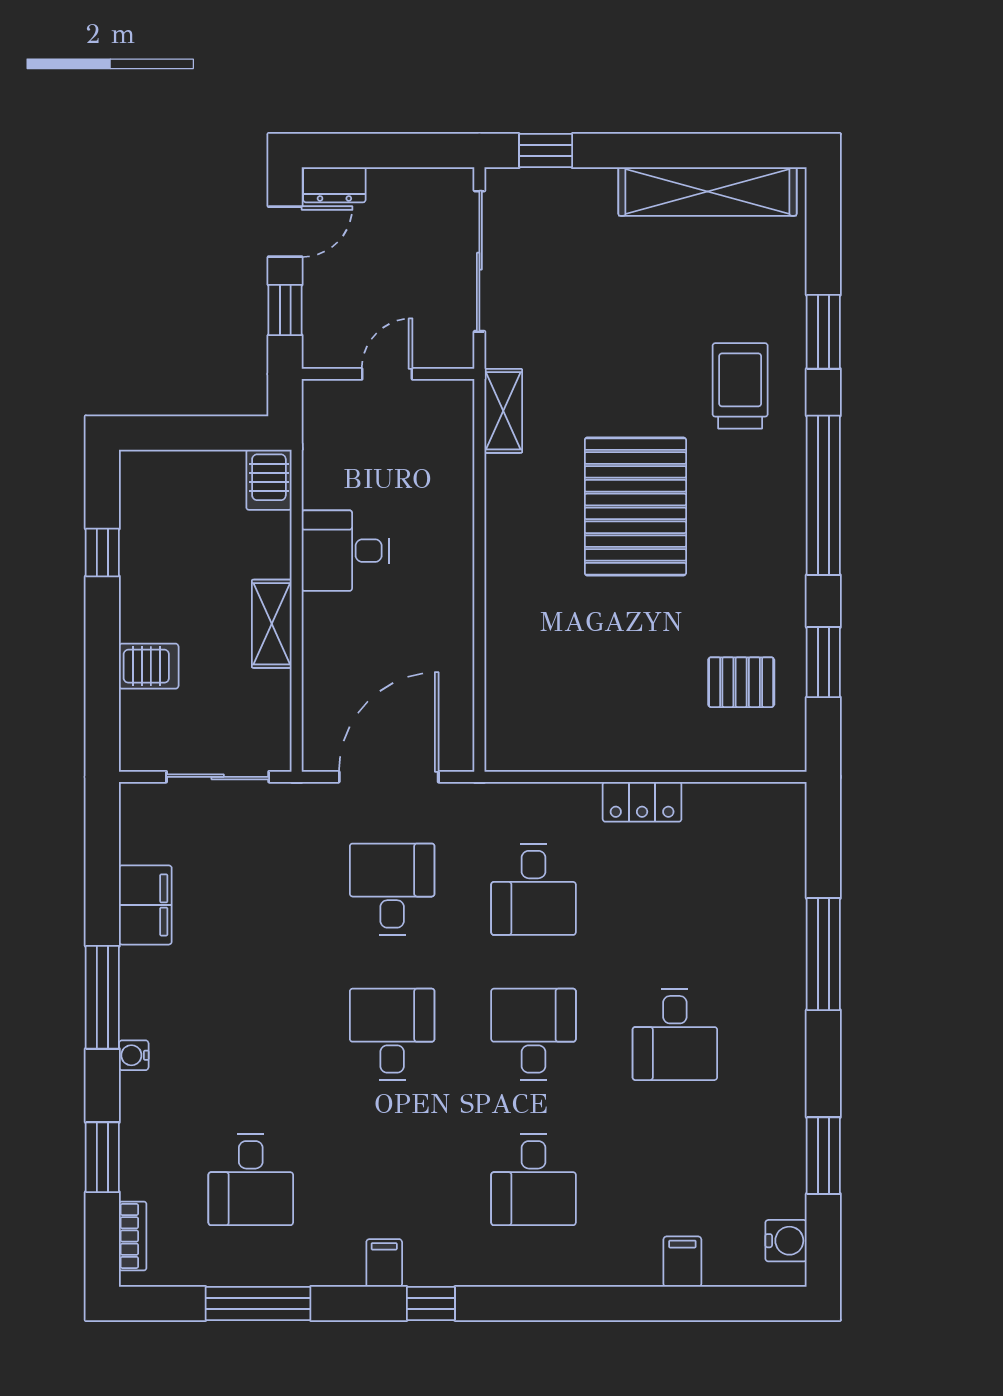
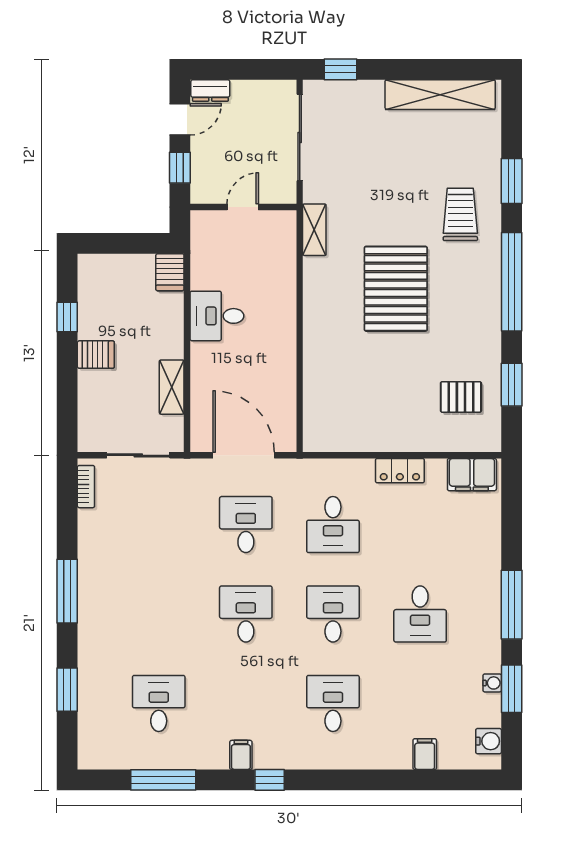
shelving: (272, 624) -> (172, 387), moved
server rack: (149, 666) -> (96, 355), moved
door: (389, 777) -> (244, 455), hinge flipped
filing cabinet: (145, 905) -> (472, 475), moved, turned 90
window: (823, 954) -> (512, 605), moved
water cooler: (134, 1055) -> (492, 683), moved, turned 180
desk: (251, 1179) -> (159, 703), turned 180
desk: (534, 1179) -> (333, 703), turned 180
bookcase: (133, 1236) -> (86, 487), moved

